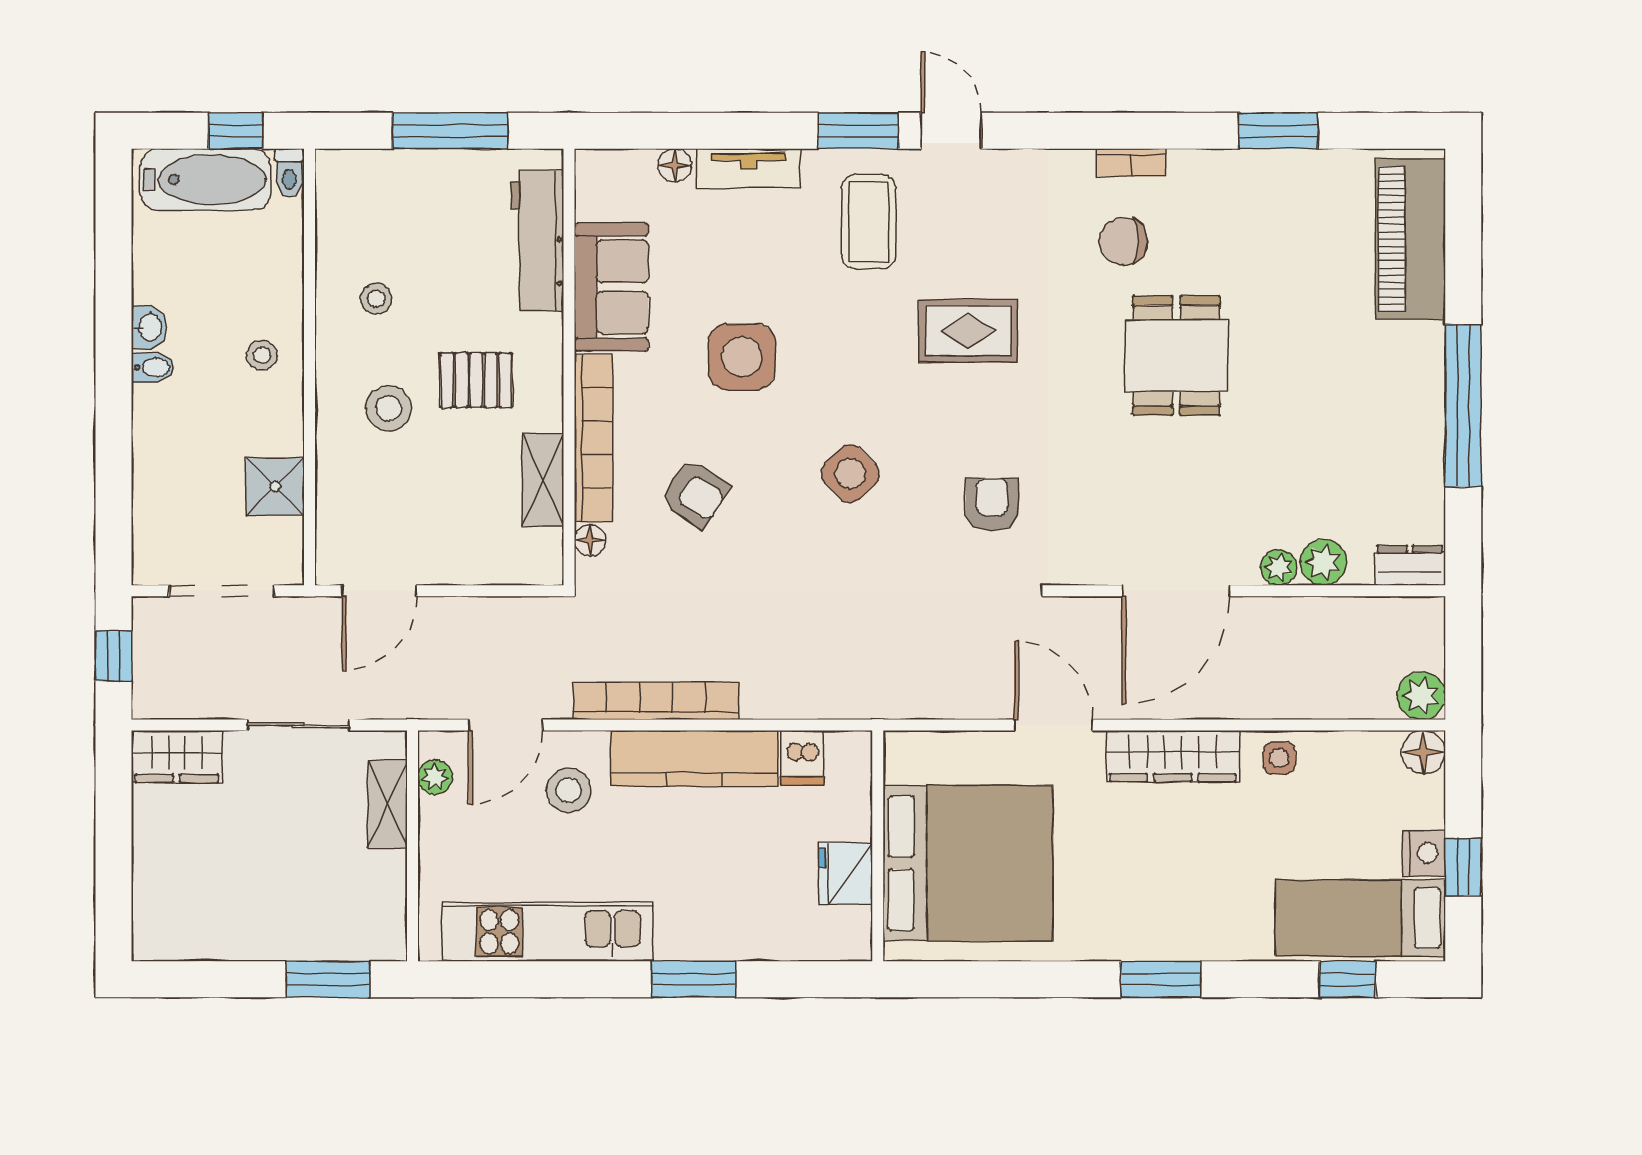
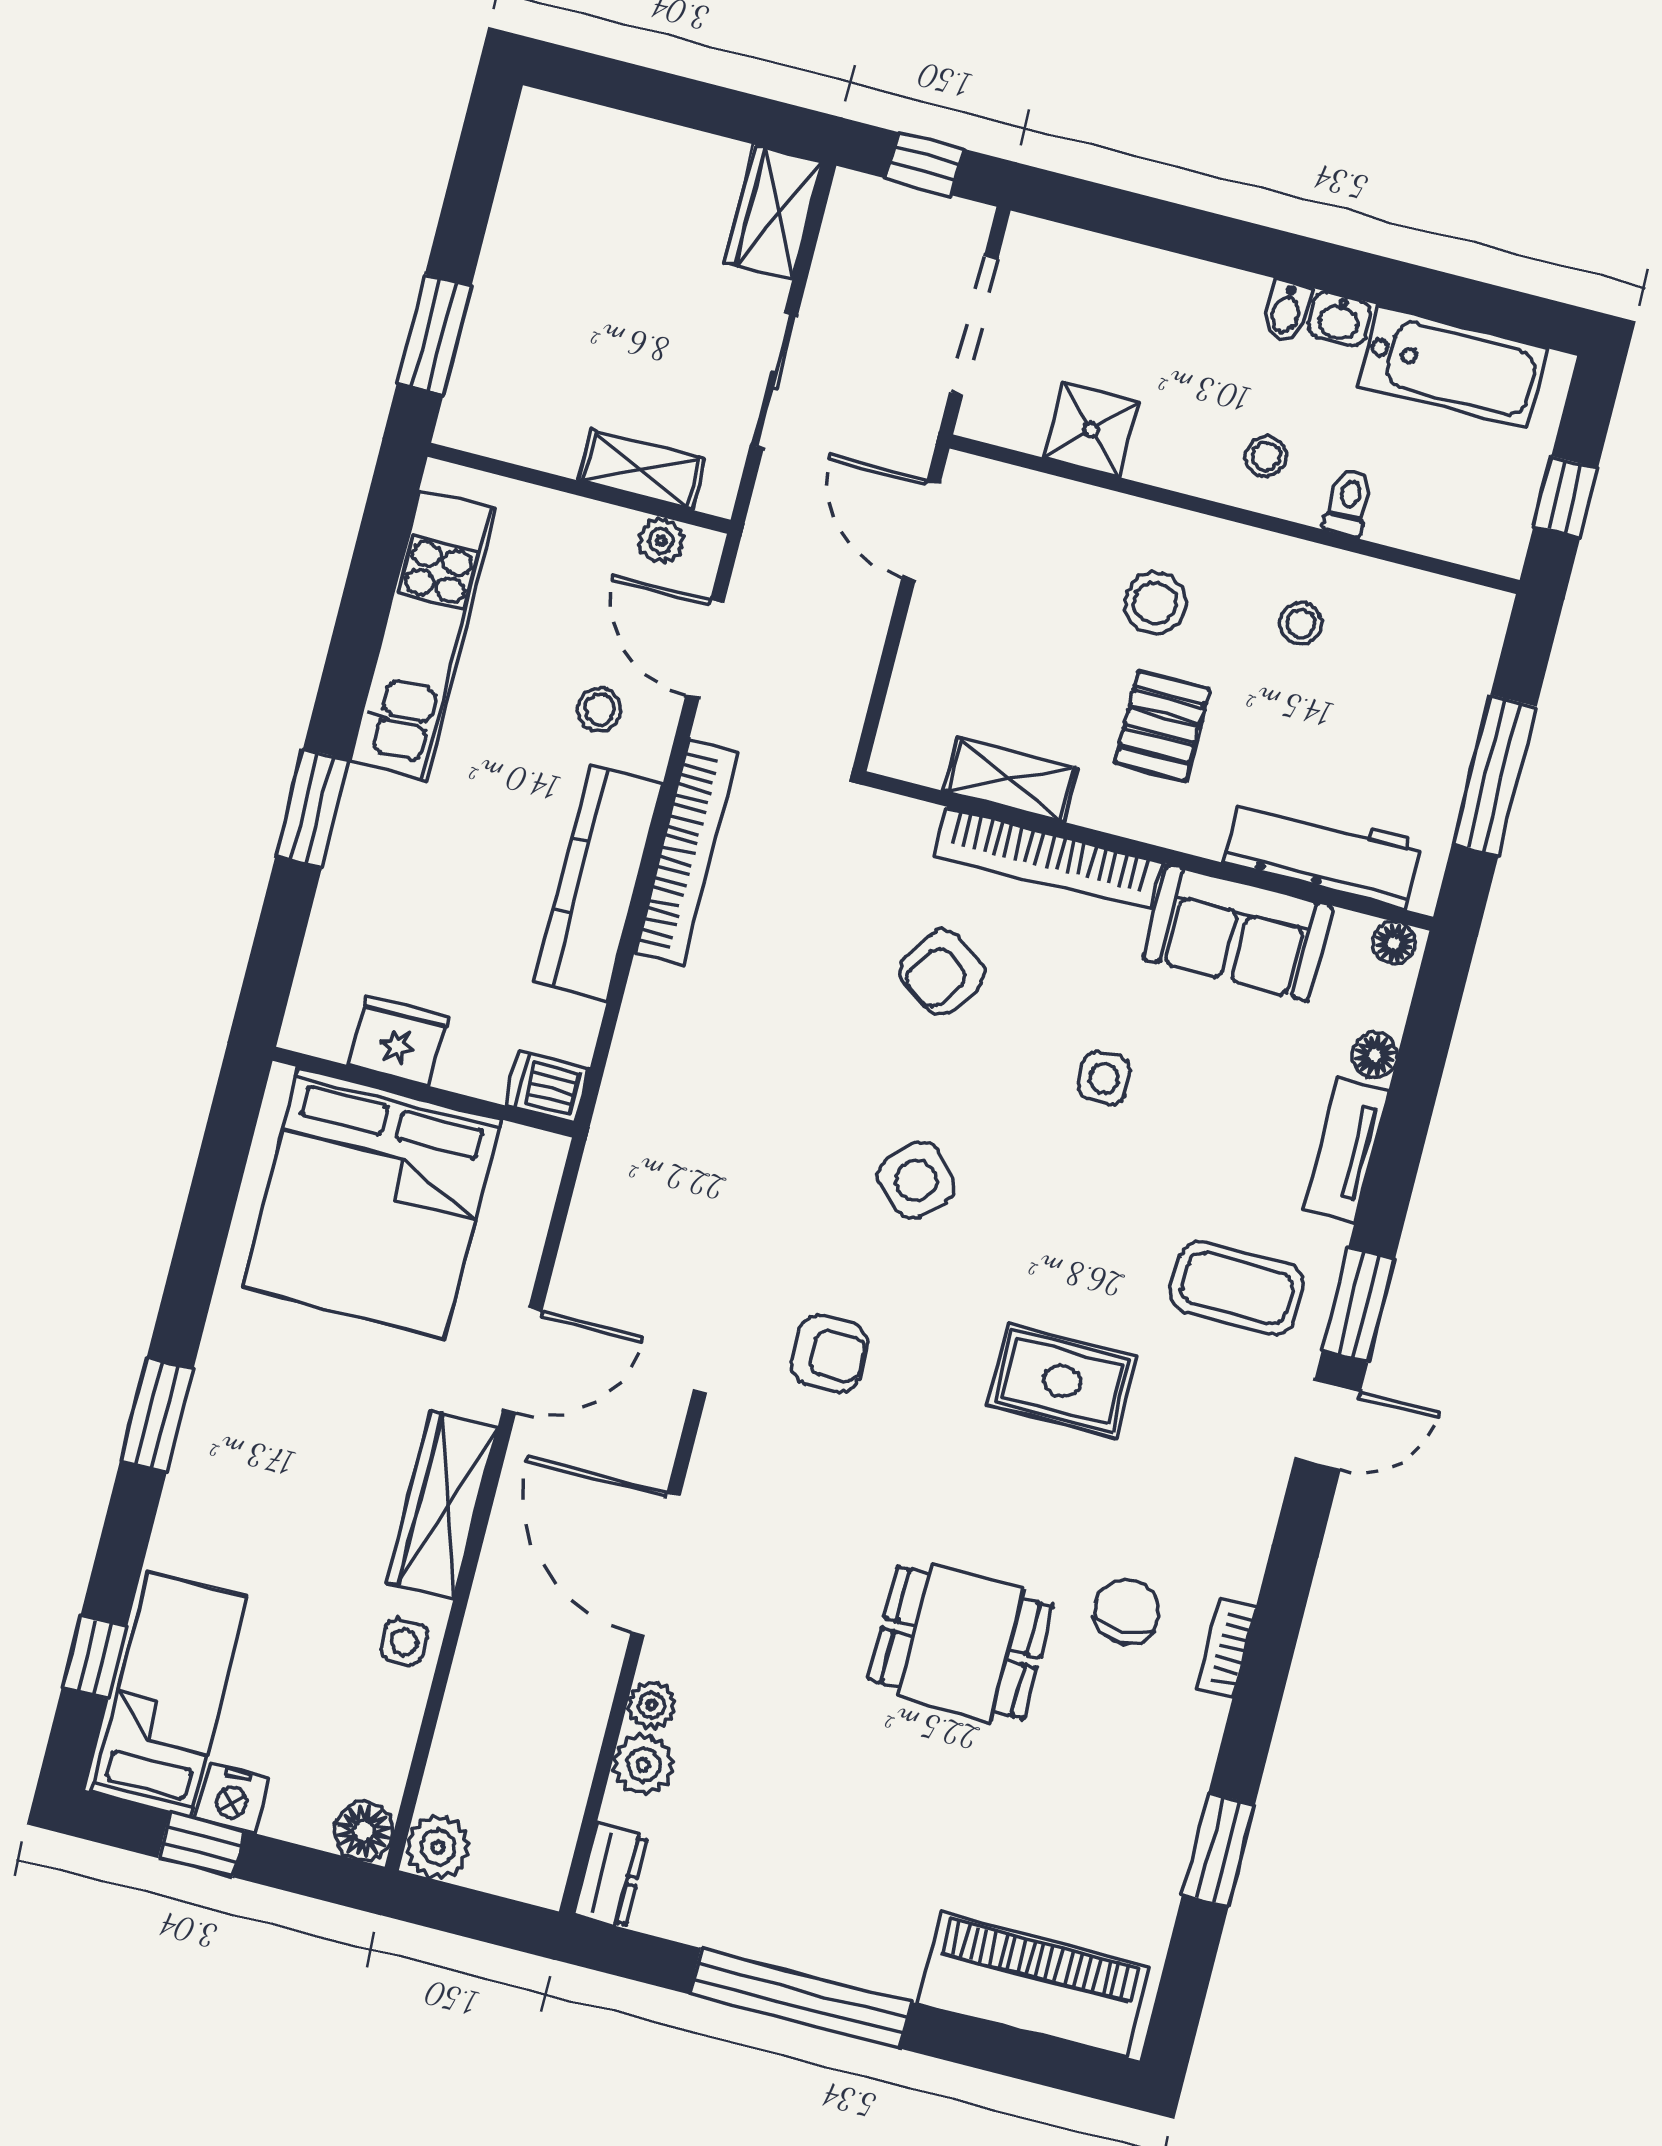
toilet: (289, 173) -> (1348, 503), moved, turned 90
bathtub: (205, 180) -> (1453, 367), moved, turned -90
rug: (968, 331) -> (1062, 1381), turned 90
side table: (742, 357) -> (1104, 1078), width x0.54, depth x0.54
floor lamp: (590, 540) -> (1394, 943), moved
dishwasher: (802, 758) -> (547, 1087), moved
stool: (568, 790) -> (599, 709), width x0.73, depth x0.73

